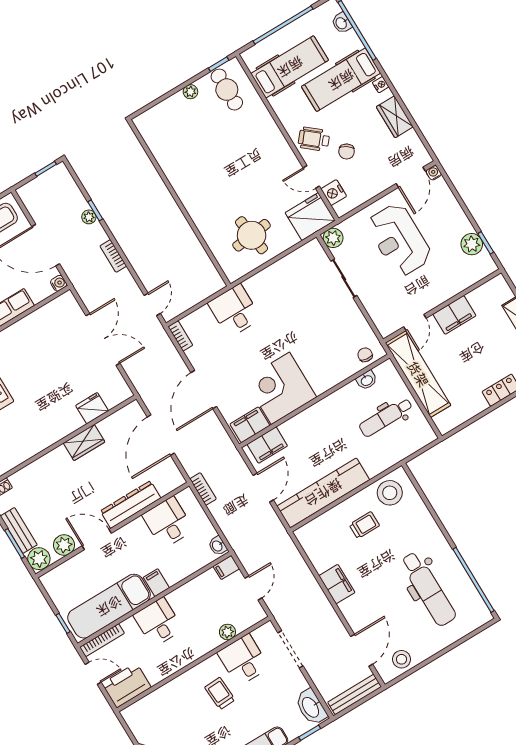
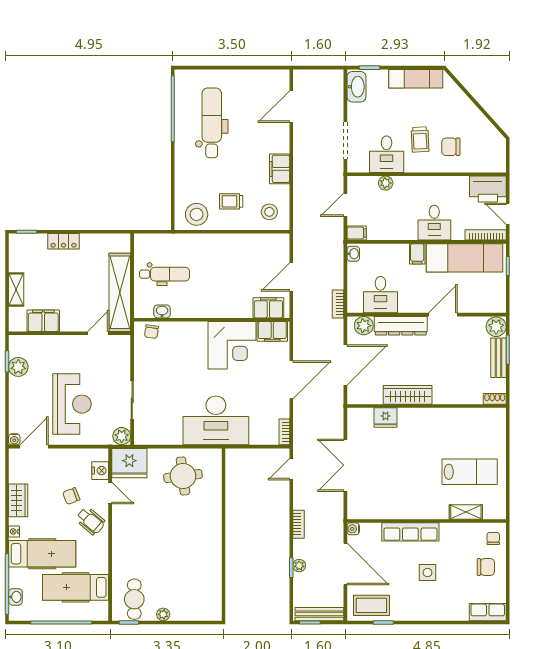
chair: (347, 152) -> (71, 496), turned -146
desk: (235, 311) -> (216, 420), width x1.87, depth x1.30
filing cabinet: (454, 315) -> (43, 321), moved
wardrobe: (84, 443) -> (408, 395), width x1.50
kitchen counter: (323, 493) -> (248, 245), removed
door: (97, 539) -> (443, 315), swing flipped
plant: (64, 545) -> (364, 326), moved
stool: (401, 659) -> (269, 212), moved
bench: (355, 694) -> (319, 614), moved
chair: (186, 704) -> (451, 147), added

